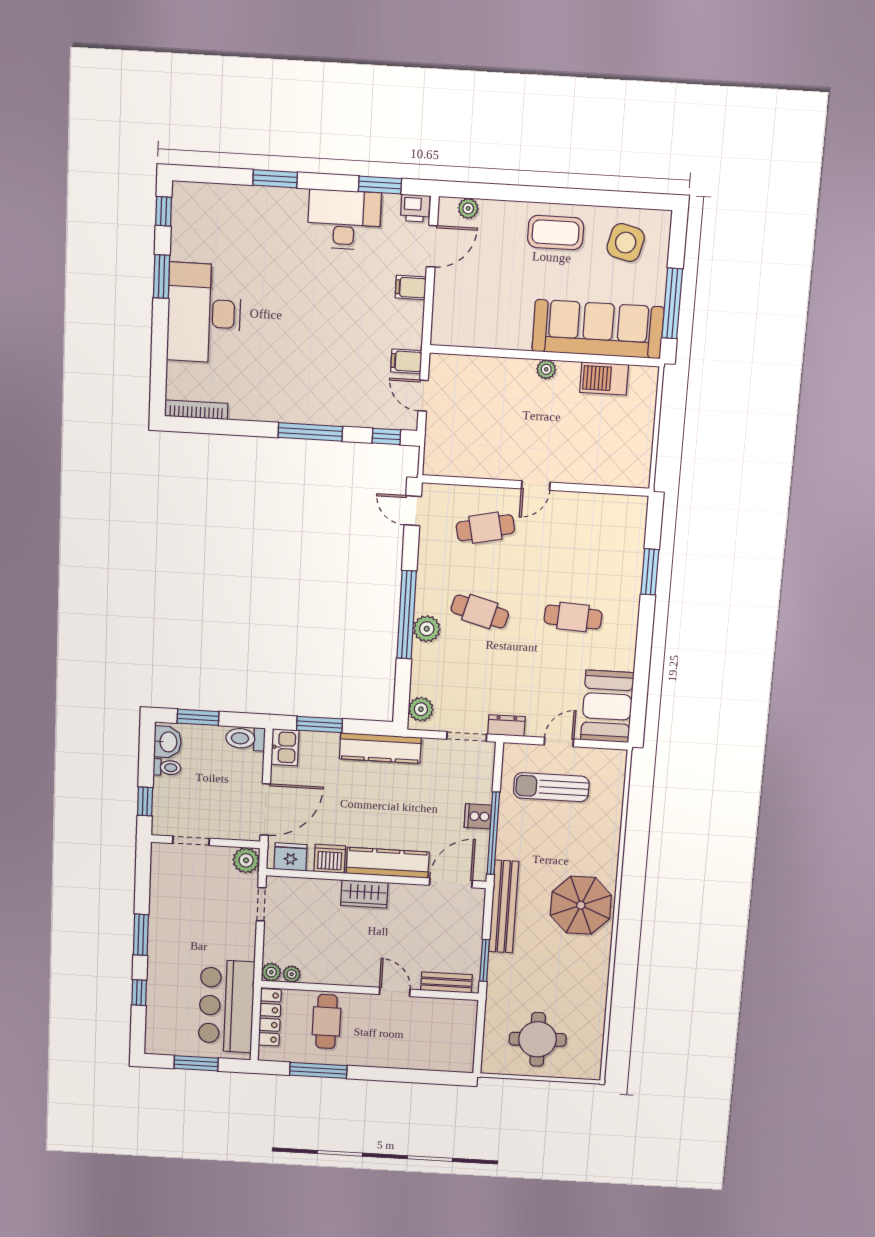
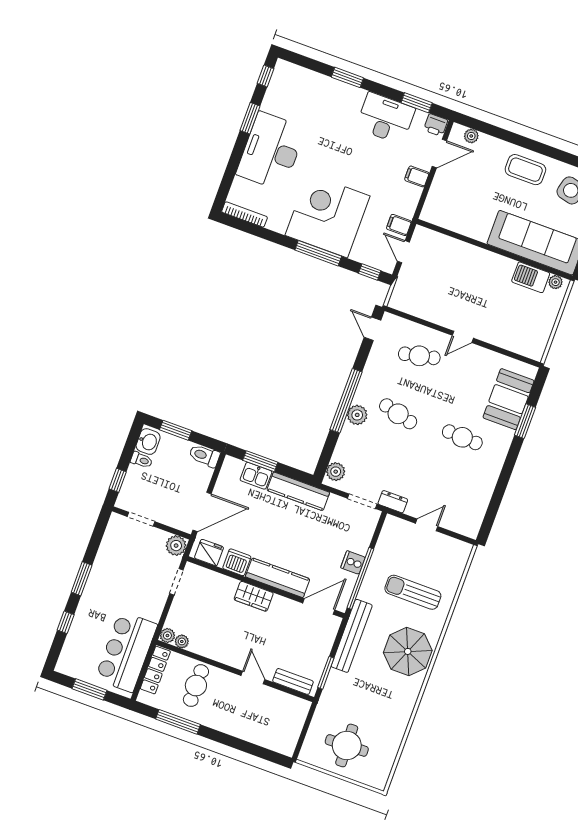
plant: (546, 369) -> (556, 282), moved
corner desk: (307, 378) -> (328, 216), added
booth: (607, 706) -> (508, 399), moved
kitchen sink: (285, 747) -> (256, 476), moved, turned 90
sun lounger: (551, 787) -> (413, 592), moved

